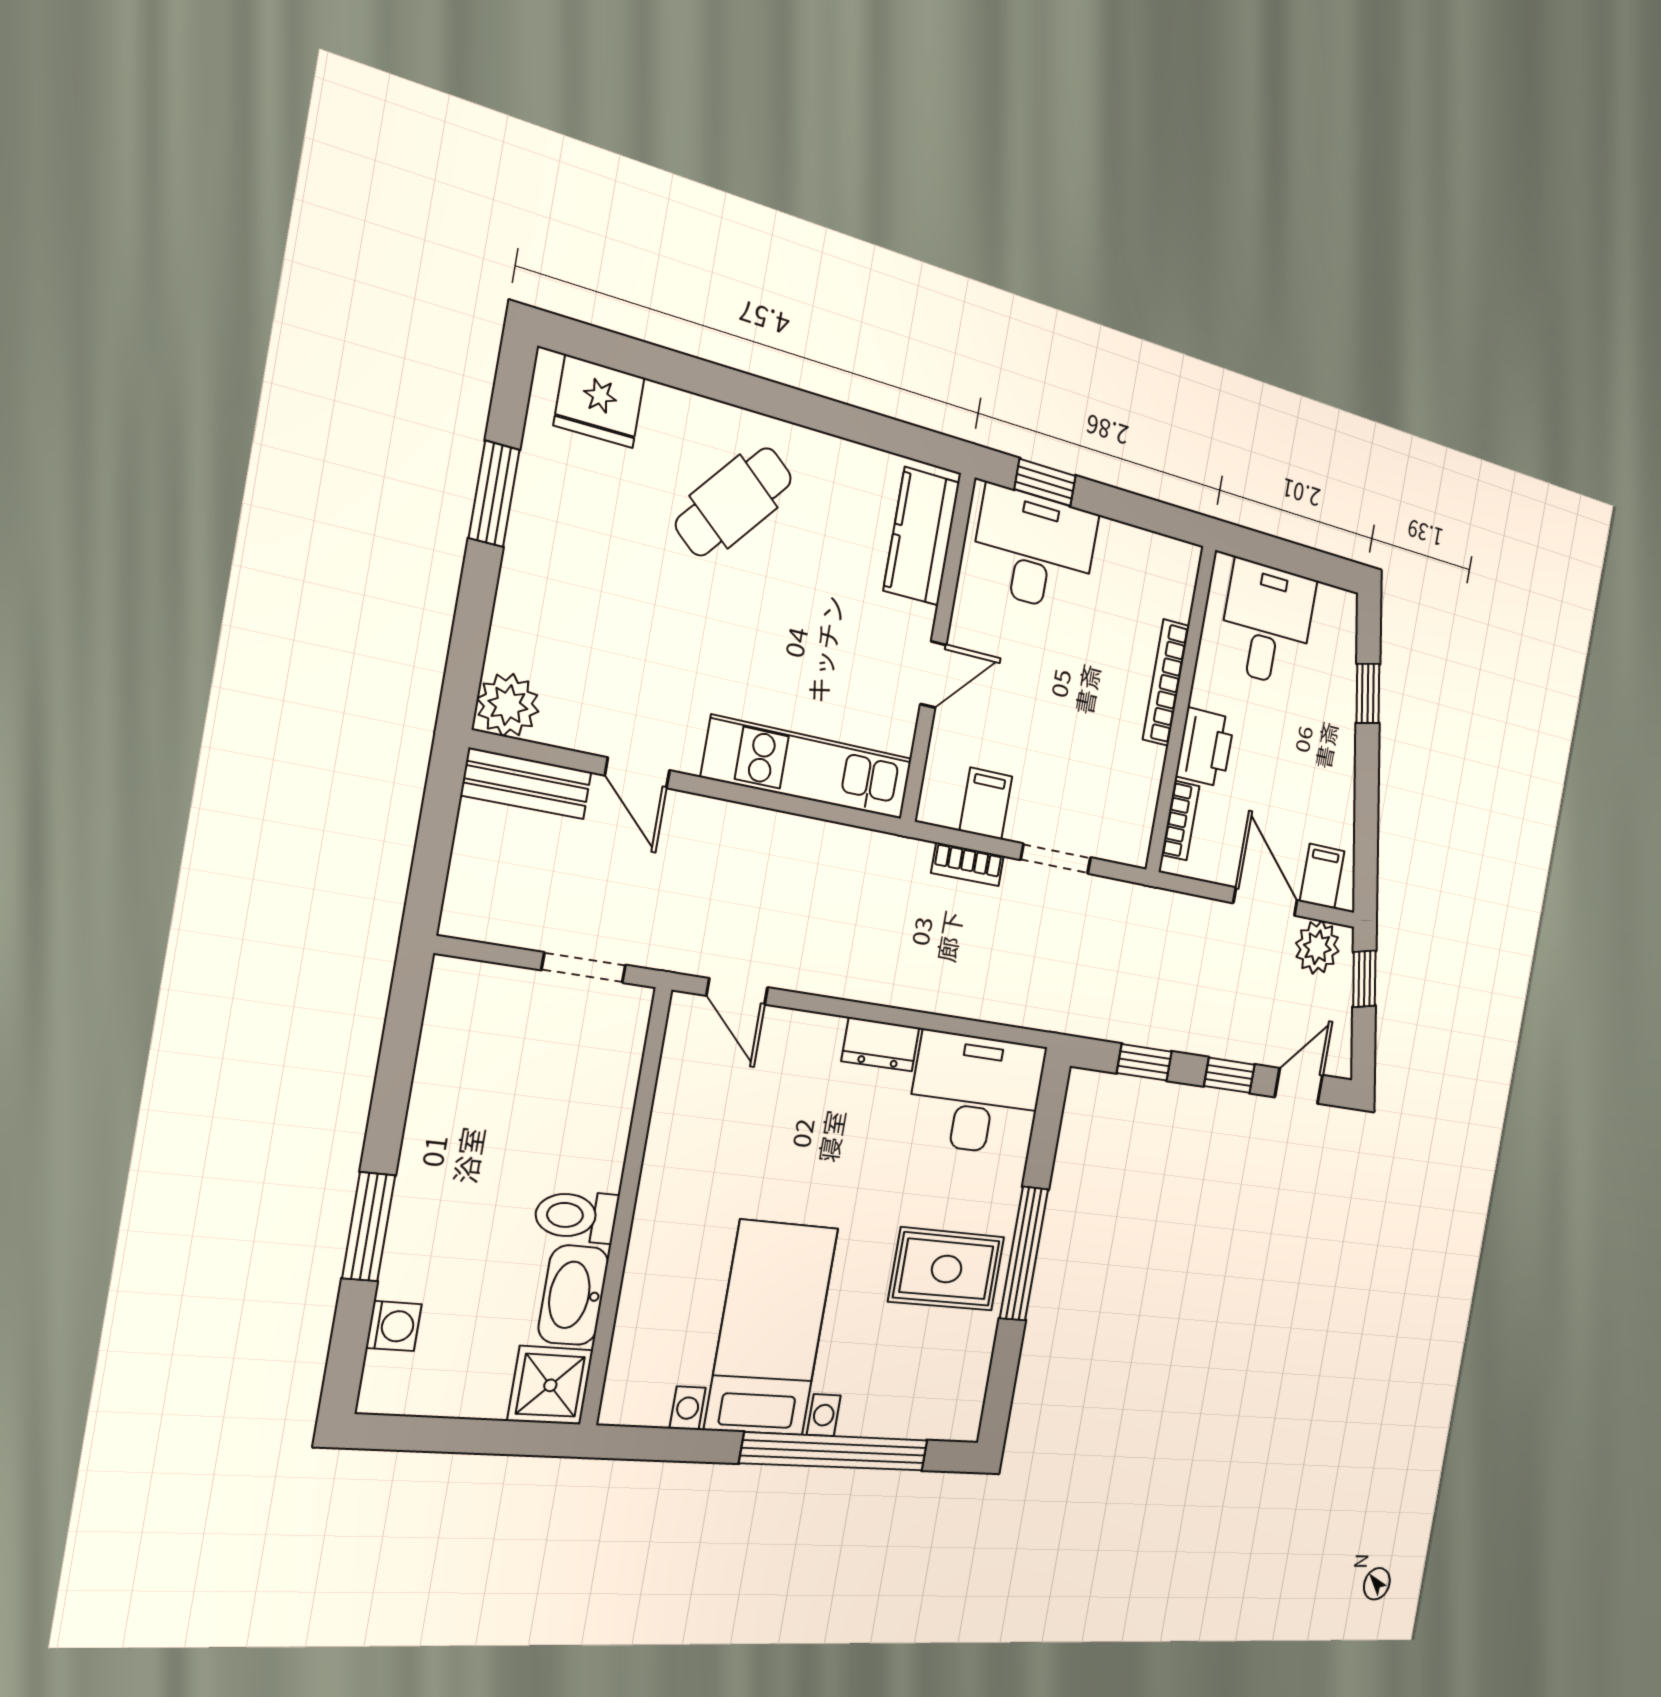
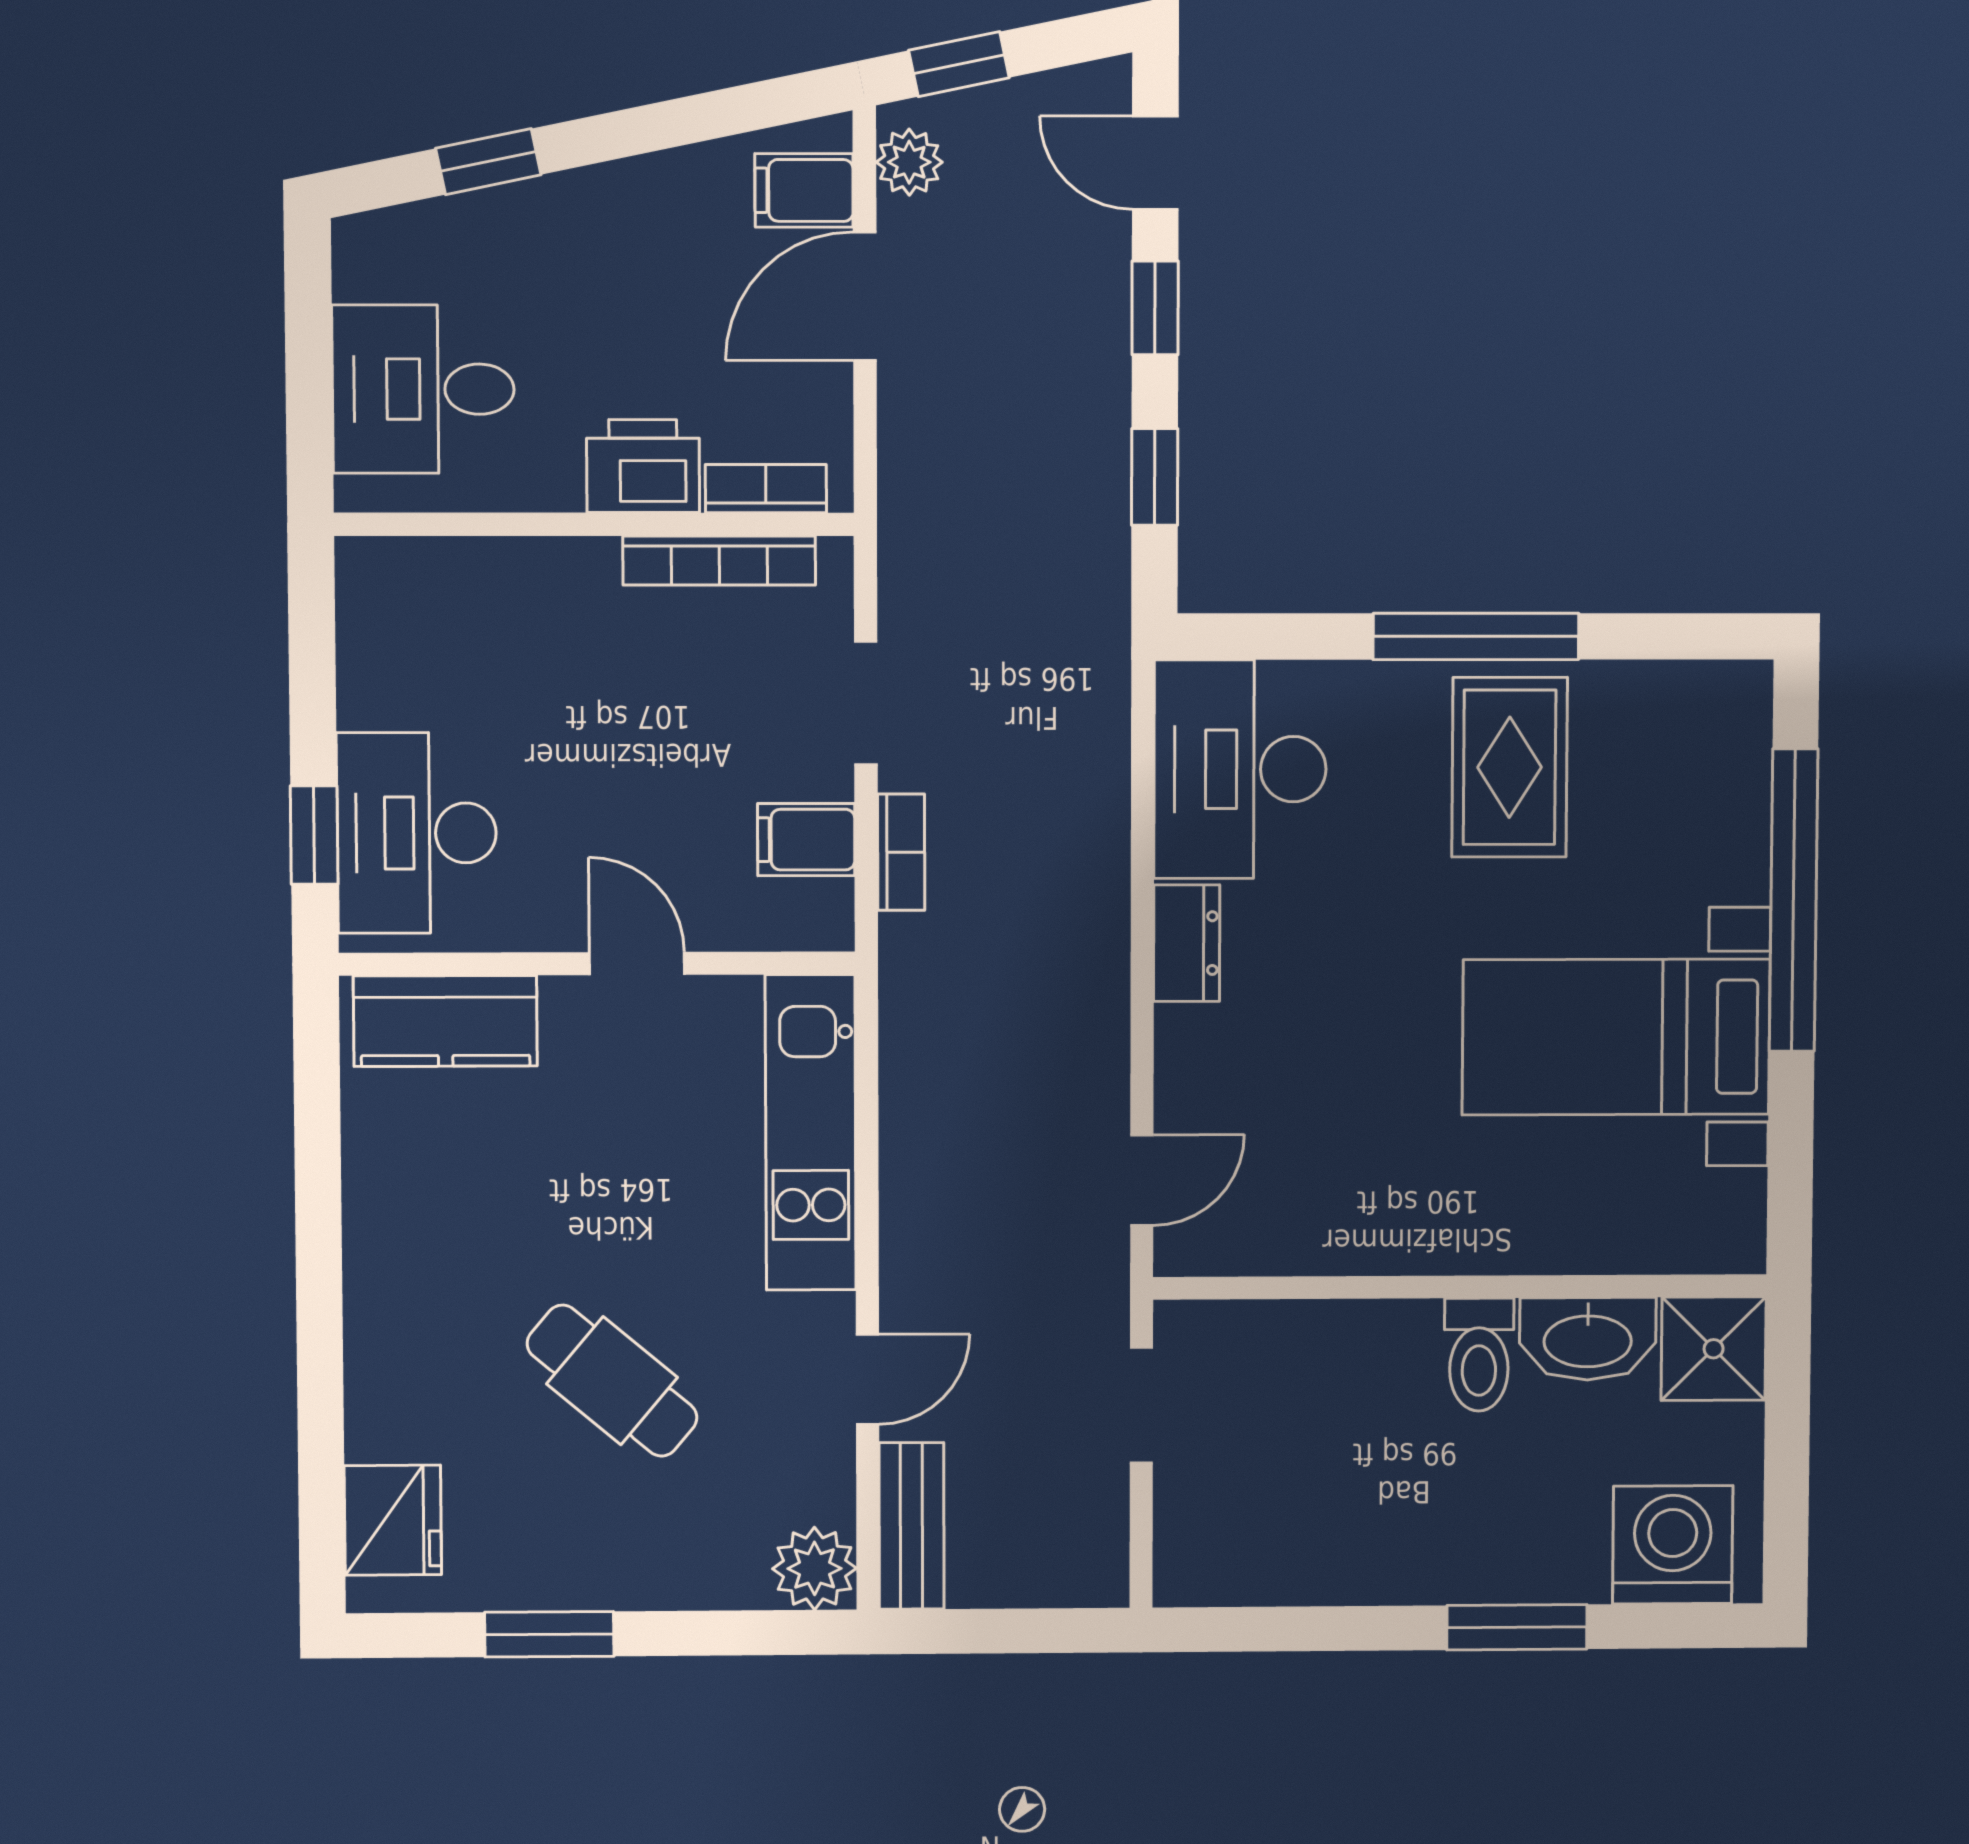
cafe table: (734, 502) -> (612, 1381), moved
bookcase: (1166, 683) -> (719, 561), moved
plant: (1317, 947) -> (909, 162), width x0.73, depth x0.73
washing machine: (394, 1326) -> (1673, 1545), width x1.89, depth x1.89

